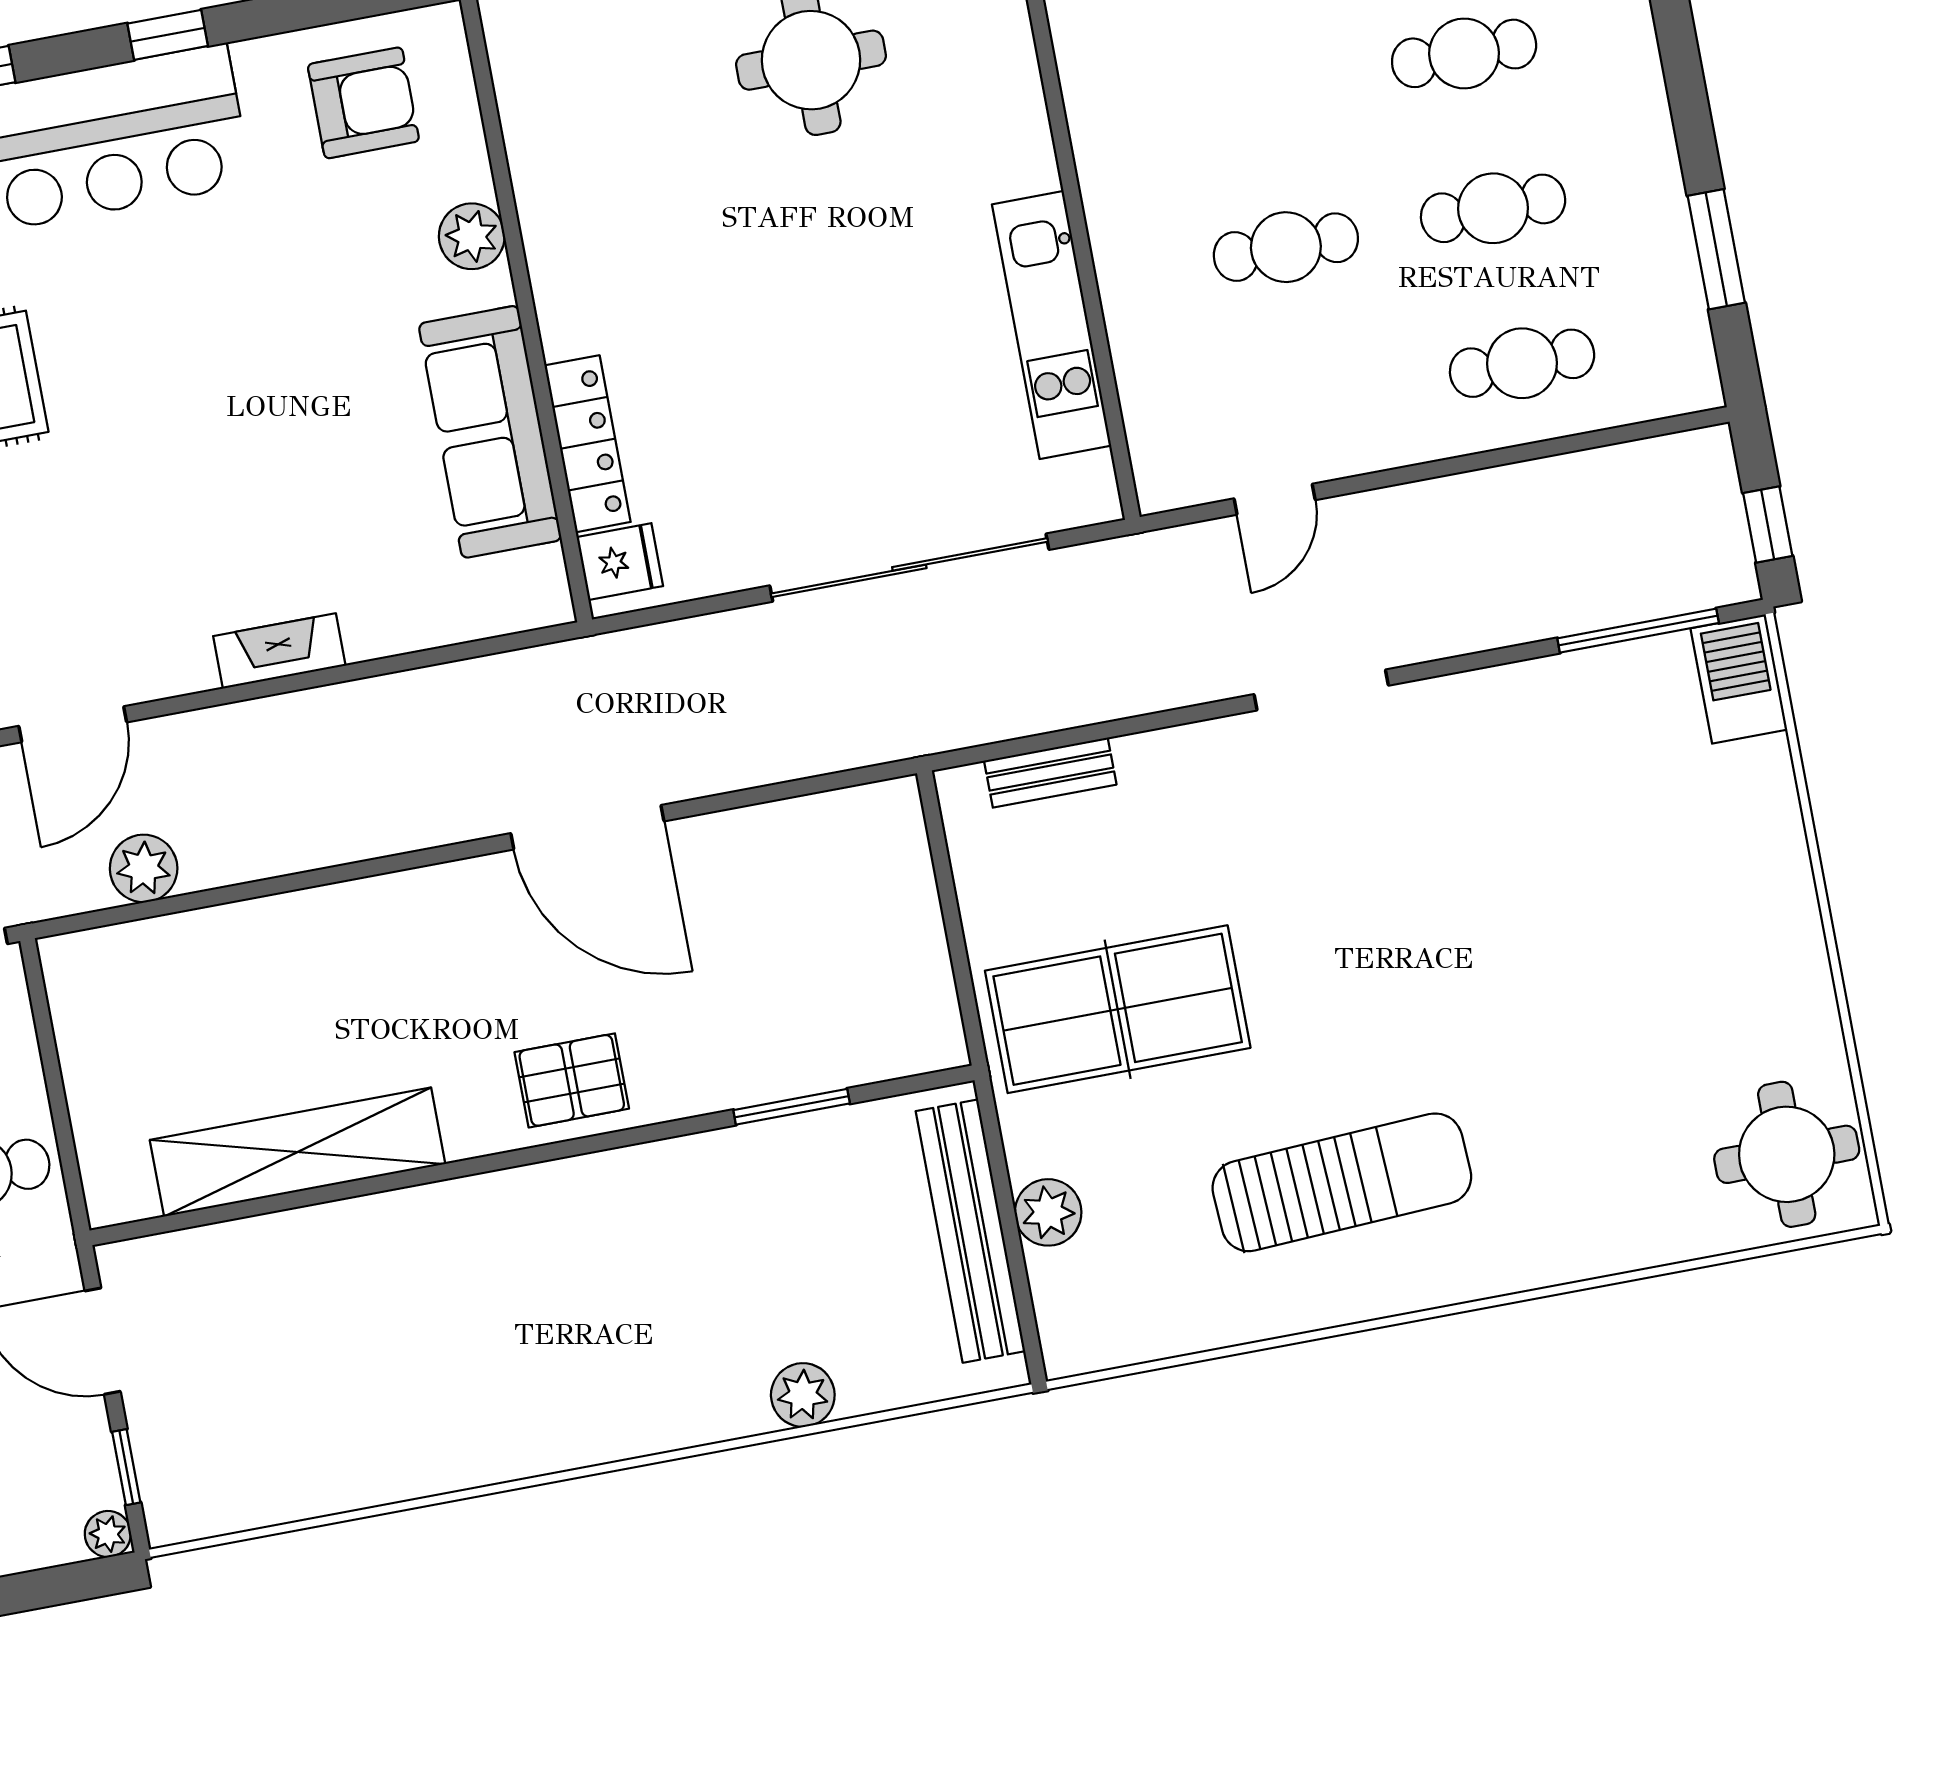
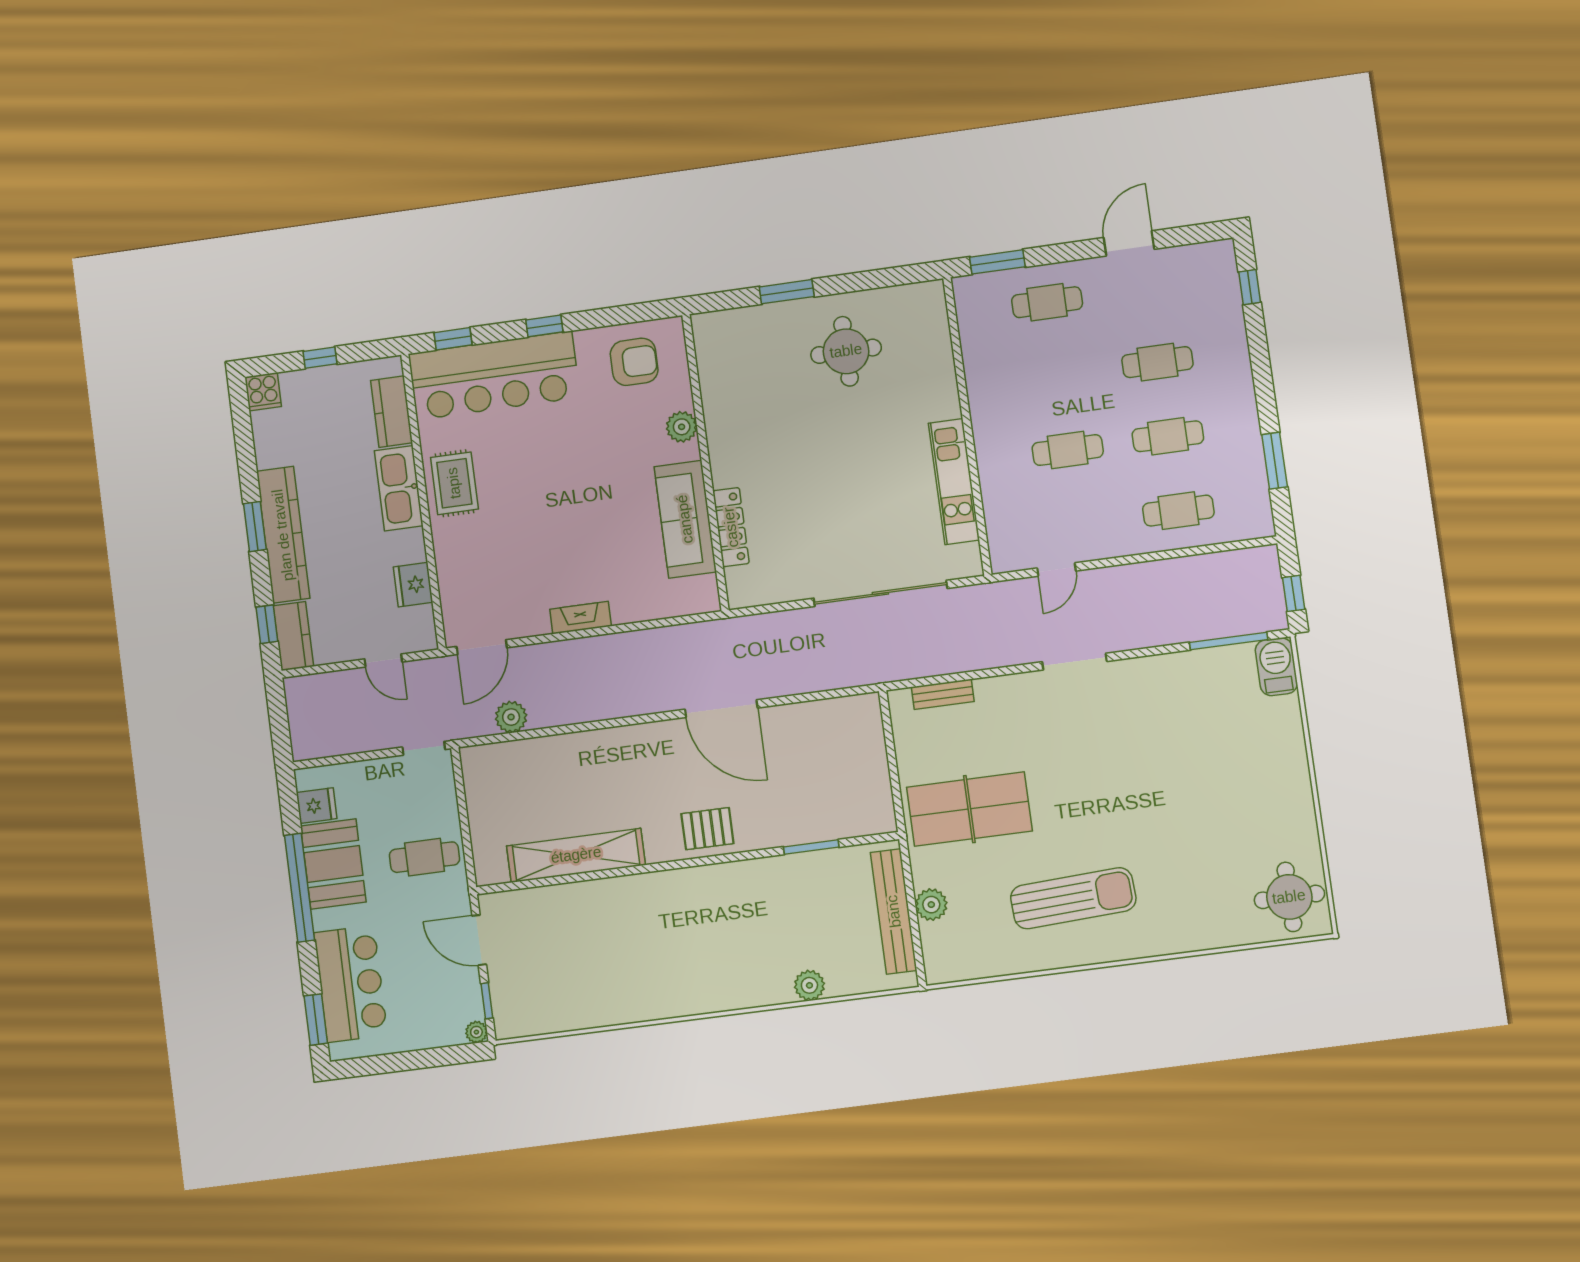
fridge: (620, 562) -> (743, 584), removed

